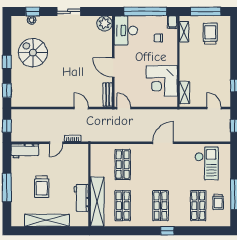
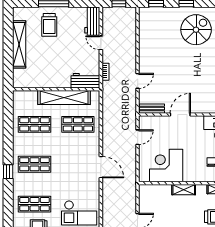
shelving: (184, 93) -> (184, 190), moved
door: (124, 108) -> (138, 137), moved
door: (56, 143) -> (101, 43), moved
trolley: (42, 187) -> (49, 25), moved, turned -90
workbench: (81, 198) -> (85, 81), moved
shelving: (97, 202) -> (64, 98), moved

